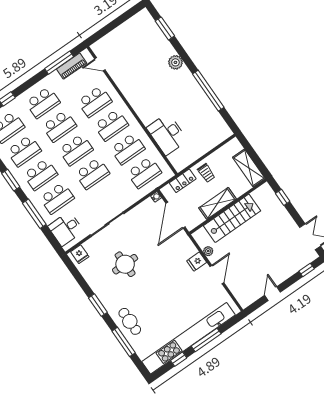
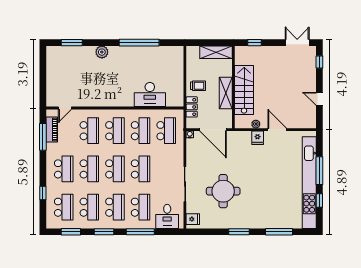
round table: (125, 264) -> (223, 191), width x1.36, depth x1.36
cafe table: (130, 321) -> (267, 217), removed

